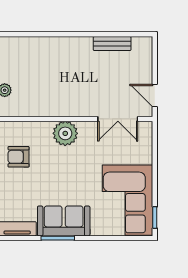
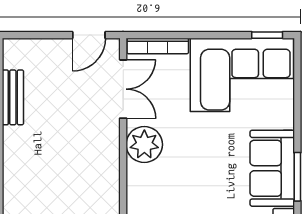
plant: (65, 133) -> (144, 145), moved
bookcase: (147, 143) -> (158, 46), added

